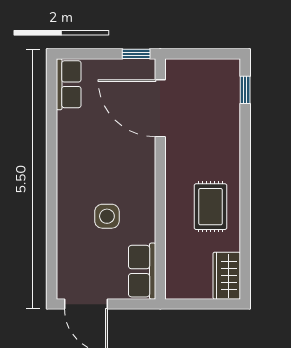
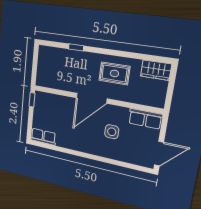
window: (245, 90) -> (76, 47), moved
door: (160, 108) -> (92, 98), moved

